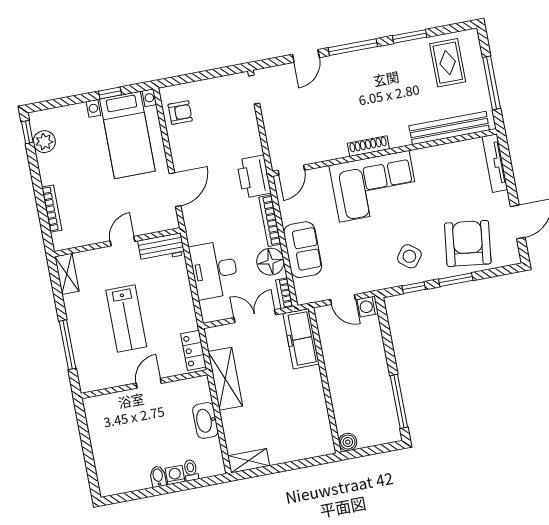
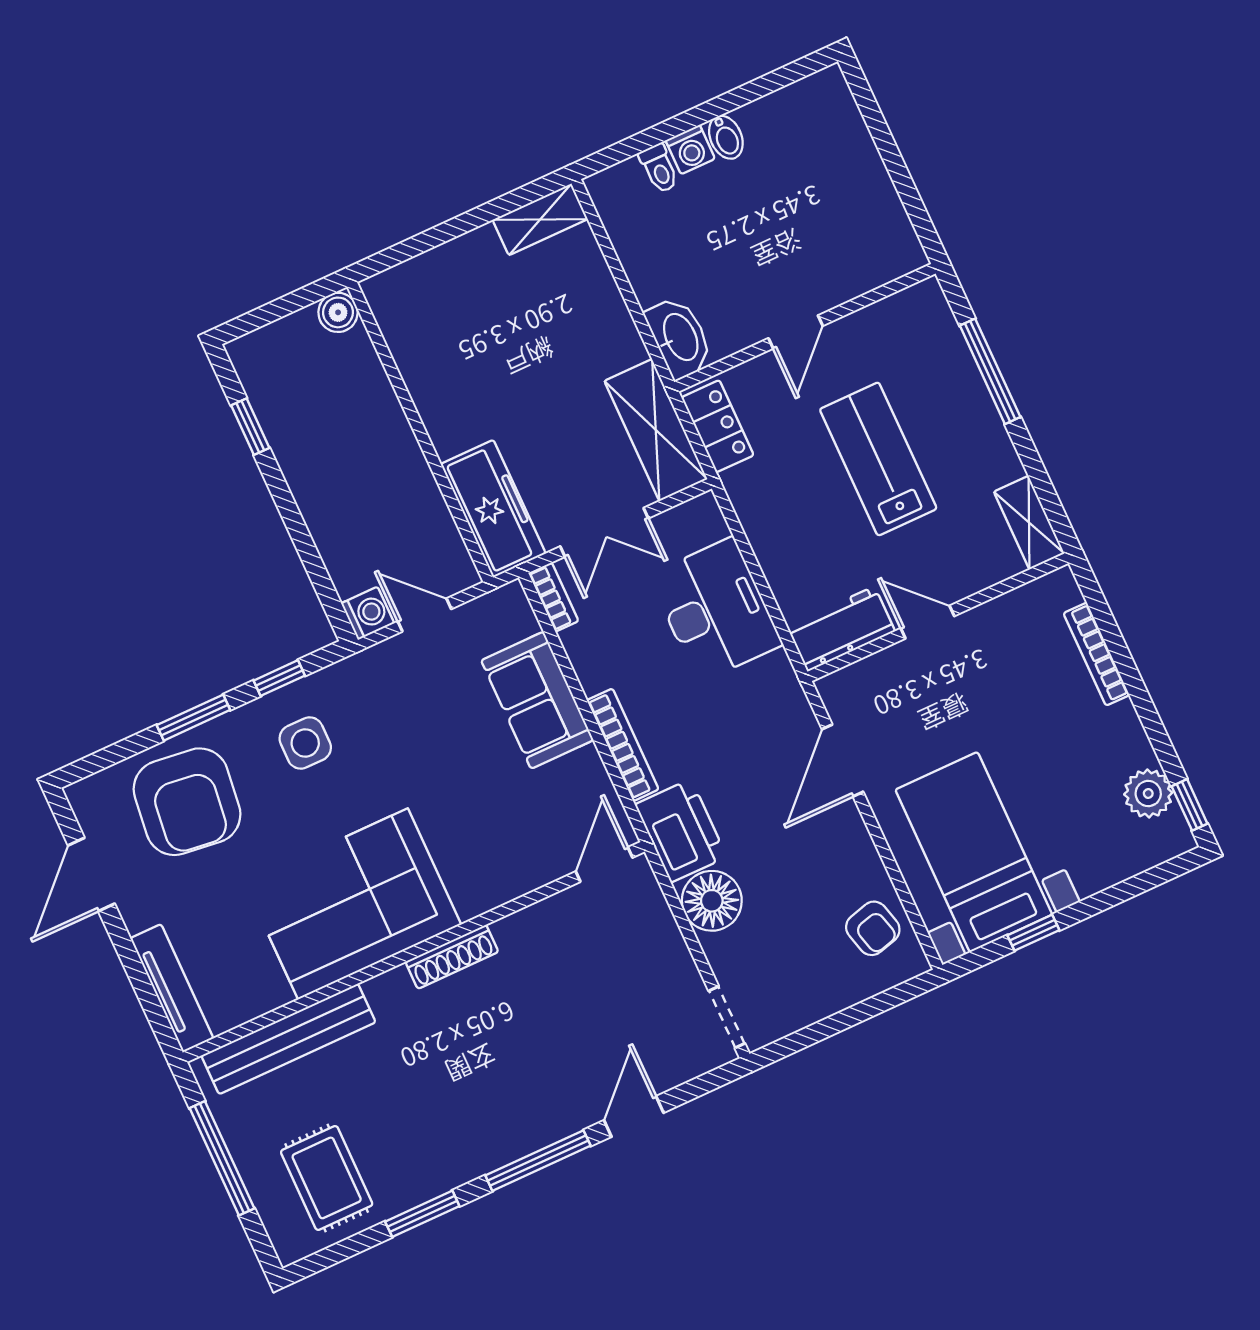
armchair: (180, 113) -> (873, 928), turned -105
corner sofa: (374, 186) -> (353, 904), moved
door: (123, 241) -> (928, 622), swing flipped
side table: (409, 256) -> (305, 743), turned -38
floor lamp: (270, 262) -> (712, 901), moved
shelving: (225, 379) -> (656, 430), moved
window: (399, 401) -> (250, 427), width x0.46
washbasin: (205, 420) -> (679, 338), moved

